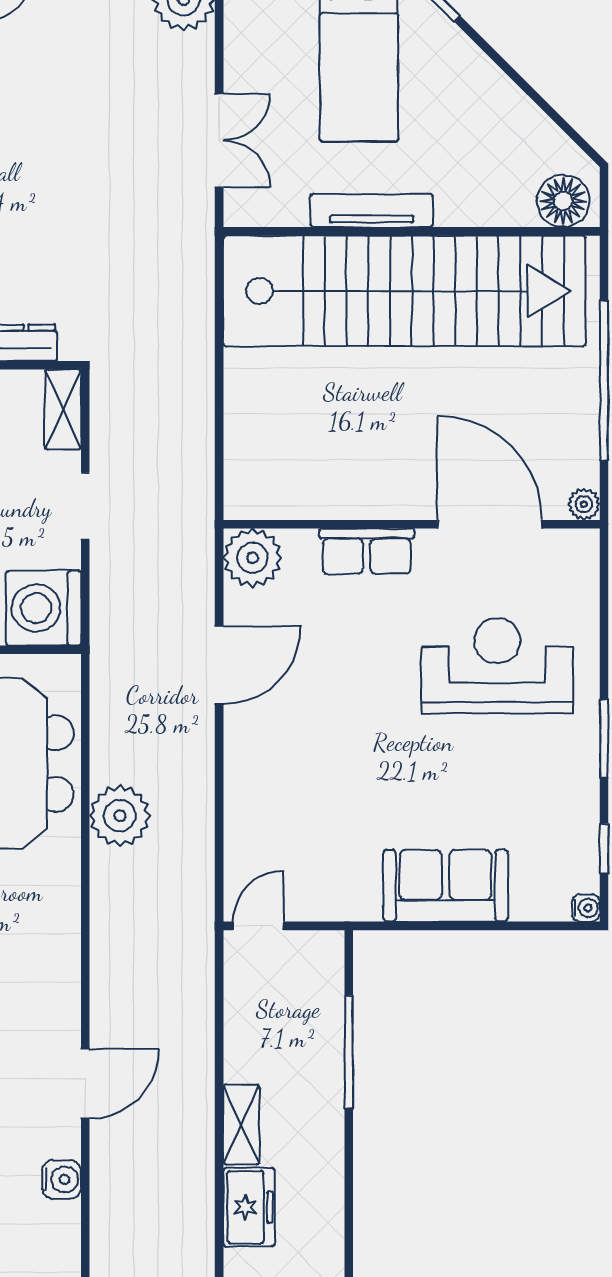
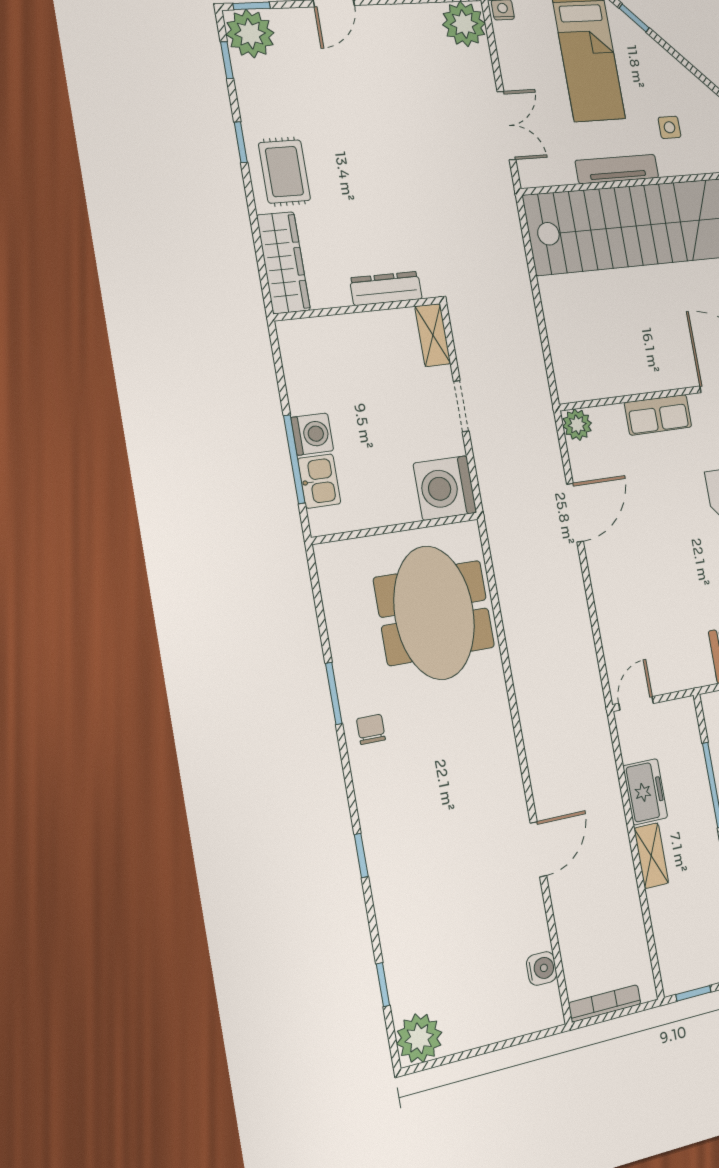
side table: (464, 158) -> (669, 127), added
plant: (253, 558) -> (577, 425), width x0.73, depth x0.73
plant: (120, 816) -> (527, 638), removed
water cooler: (62, 1179) -> (542, 968), moved
freezer: (249, 1207) -> (645, 792), moved

